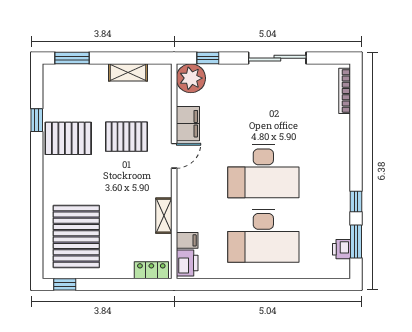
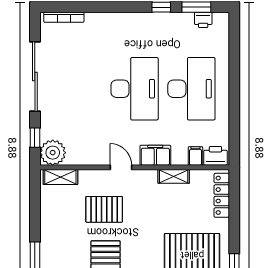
sliding door: (277, 58) -> (35, 76), width x1.36
shelving: (128, 72) -> (60, 177), moved, turned 90
filing cabinet: (188, 124) -> (155, 155), moved
pallet: (126, 137) -> (104, 209), turned 90
locker: (151, 270) -> (222, 195), width x1.53

